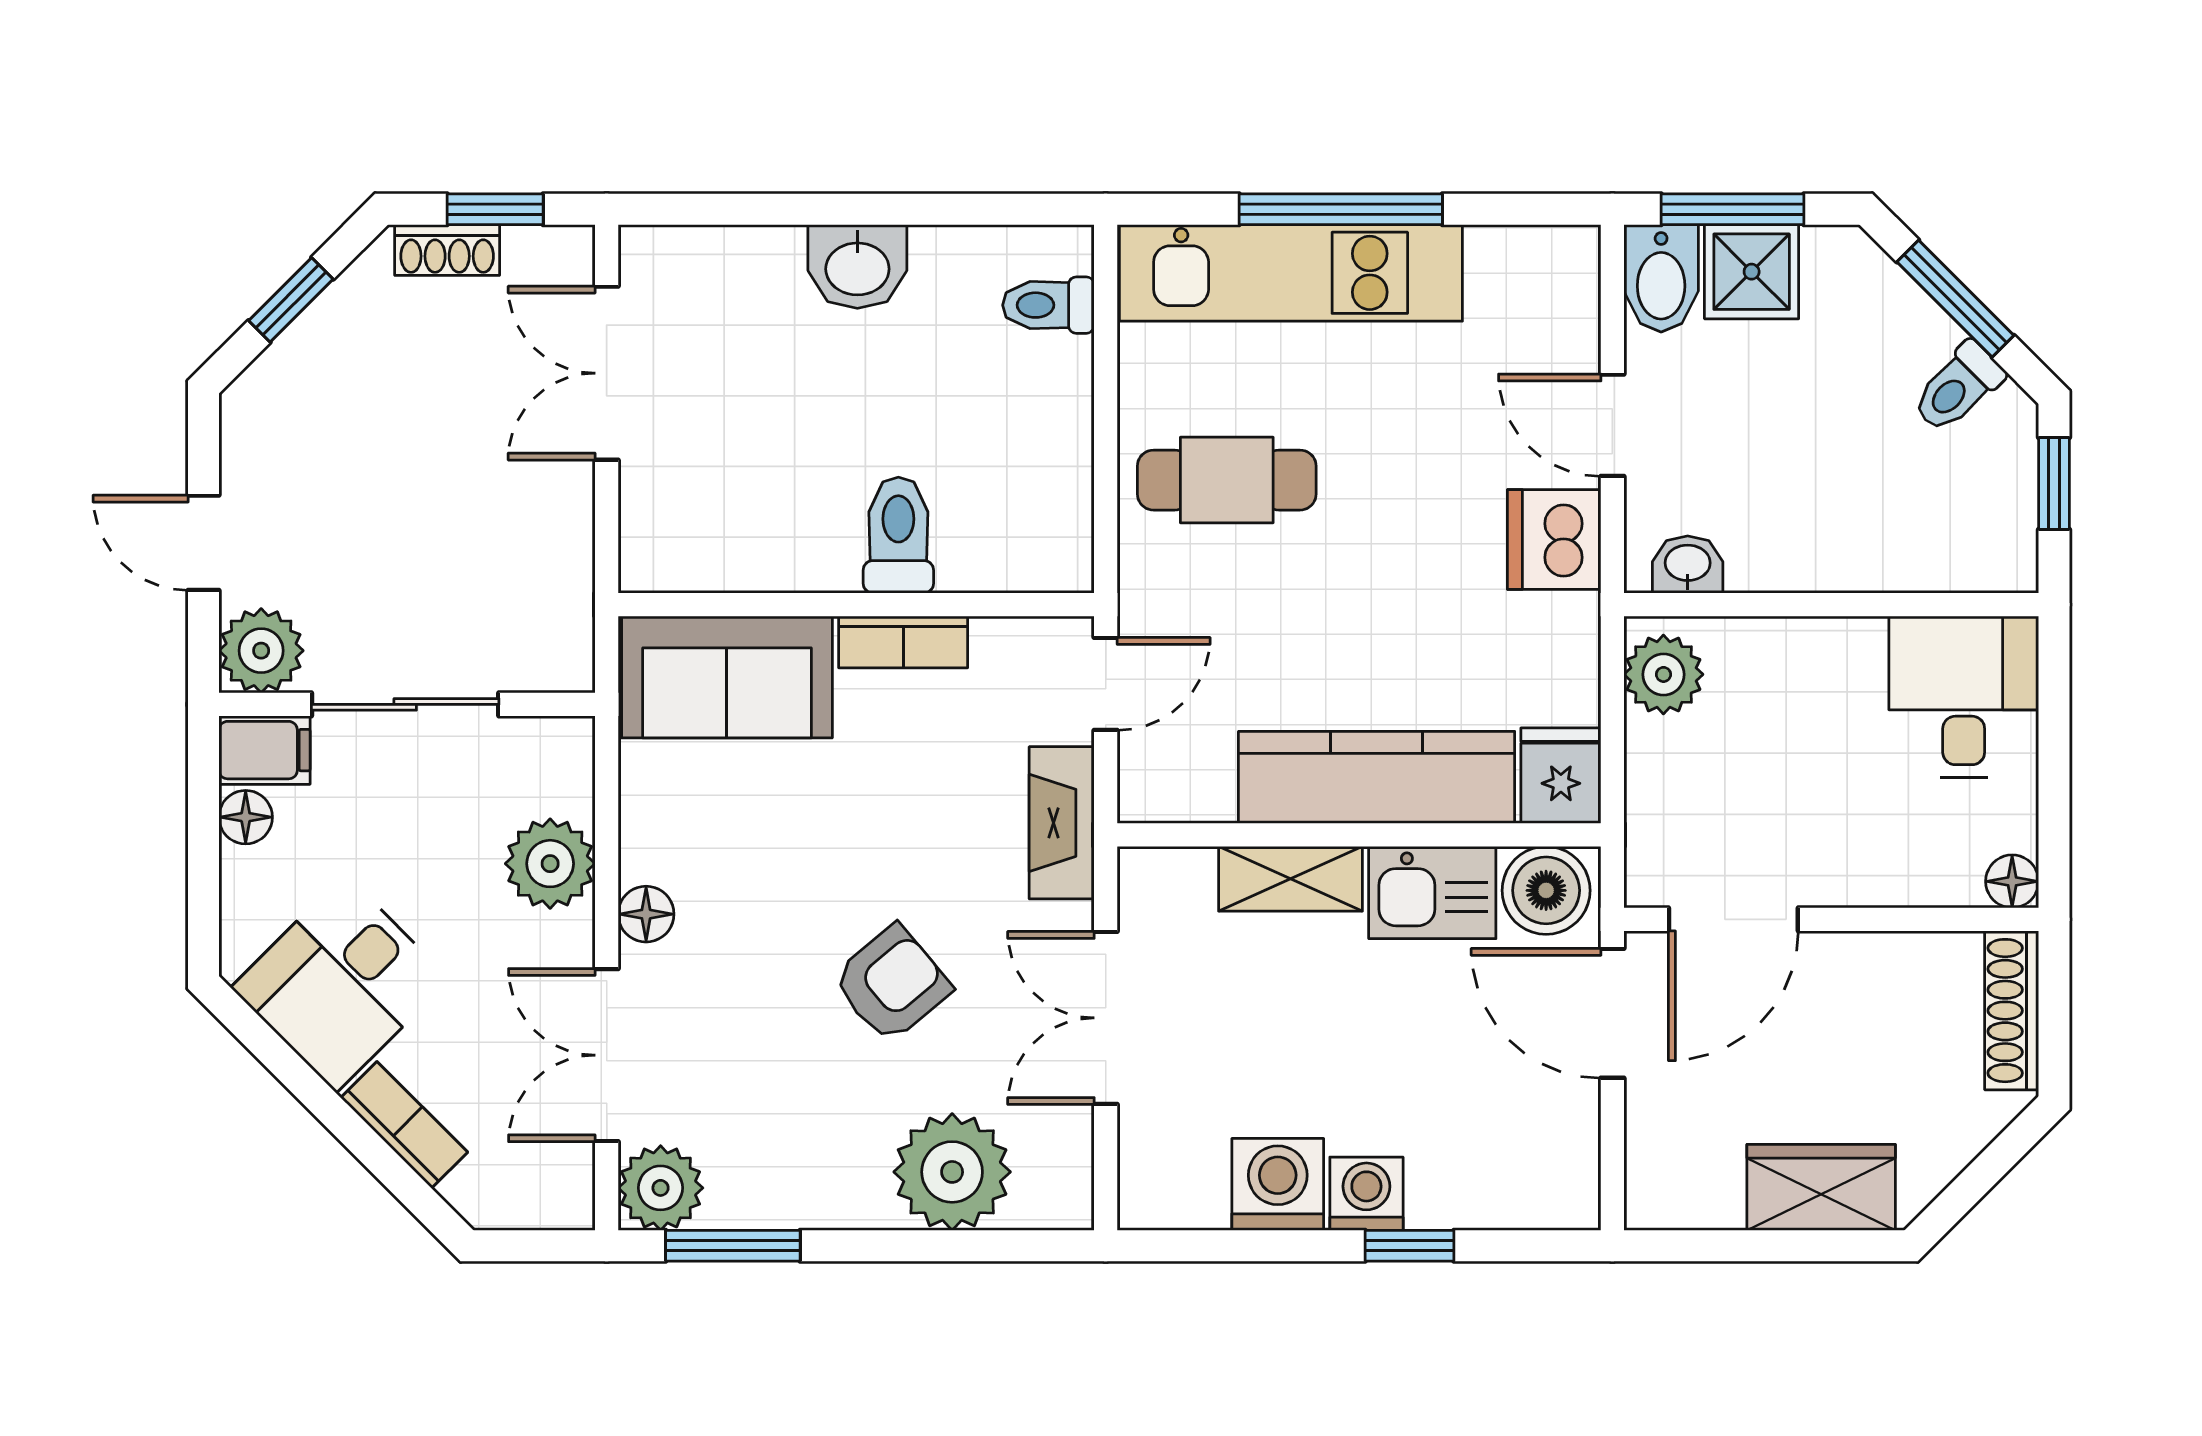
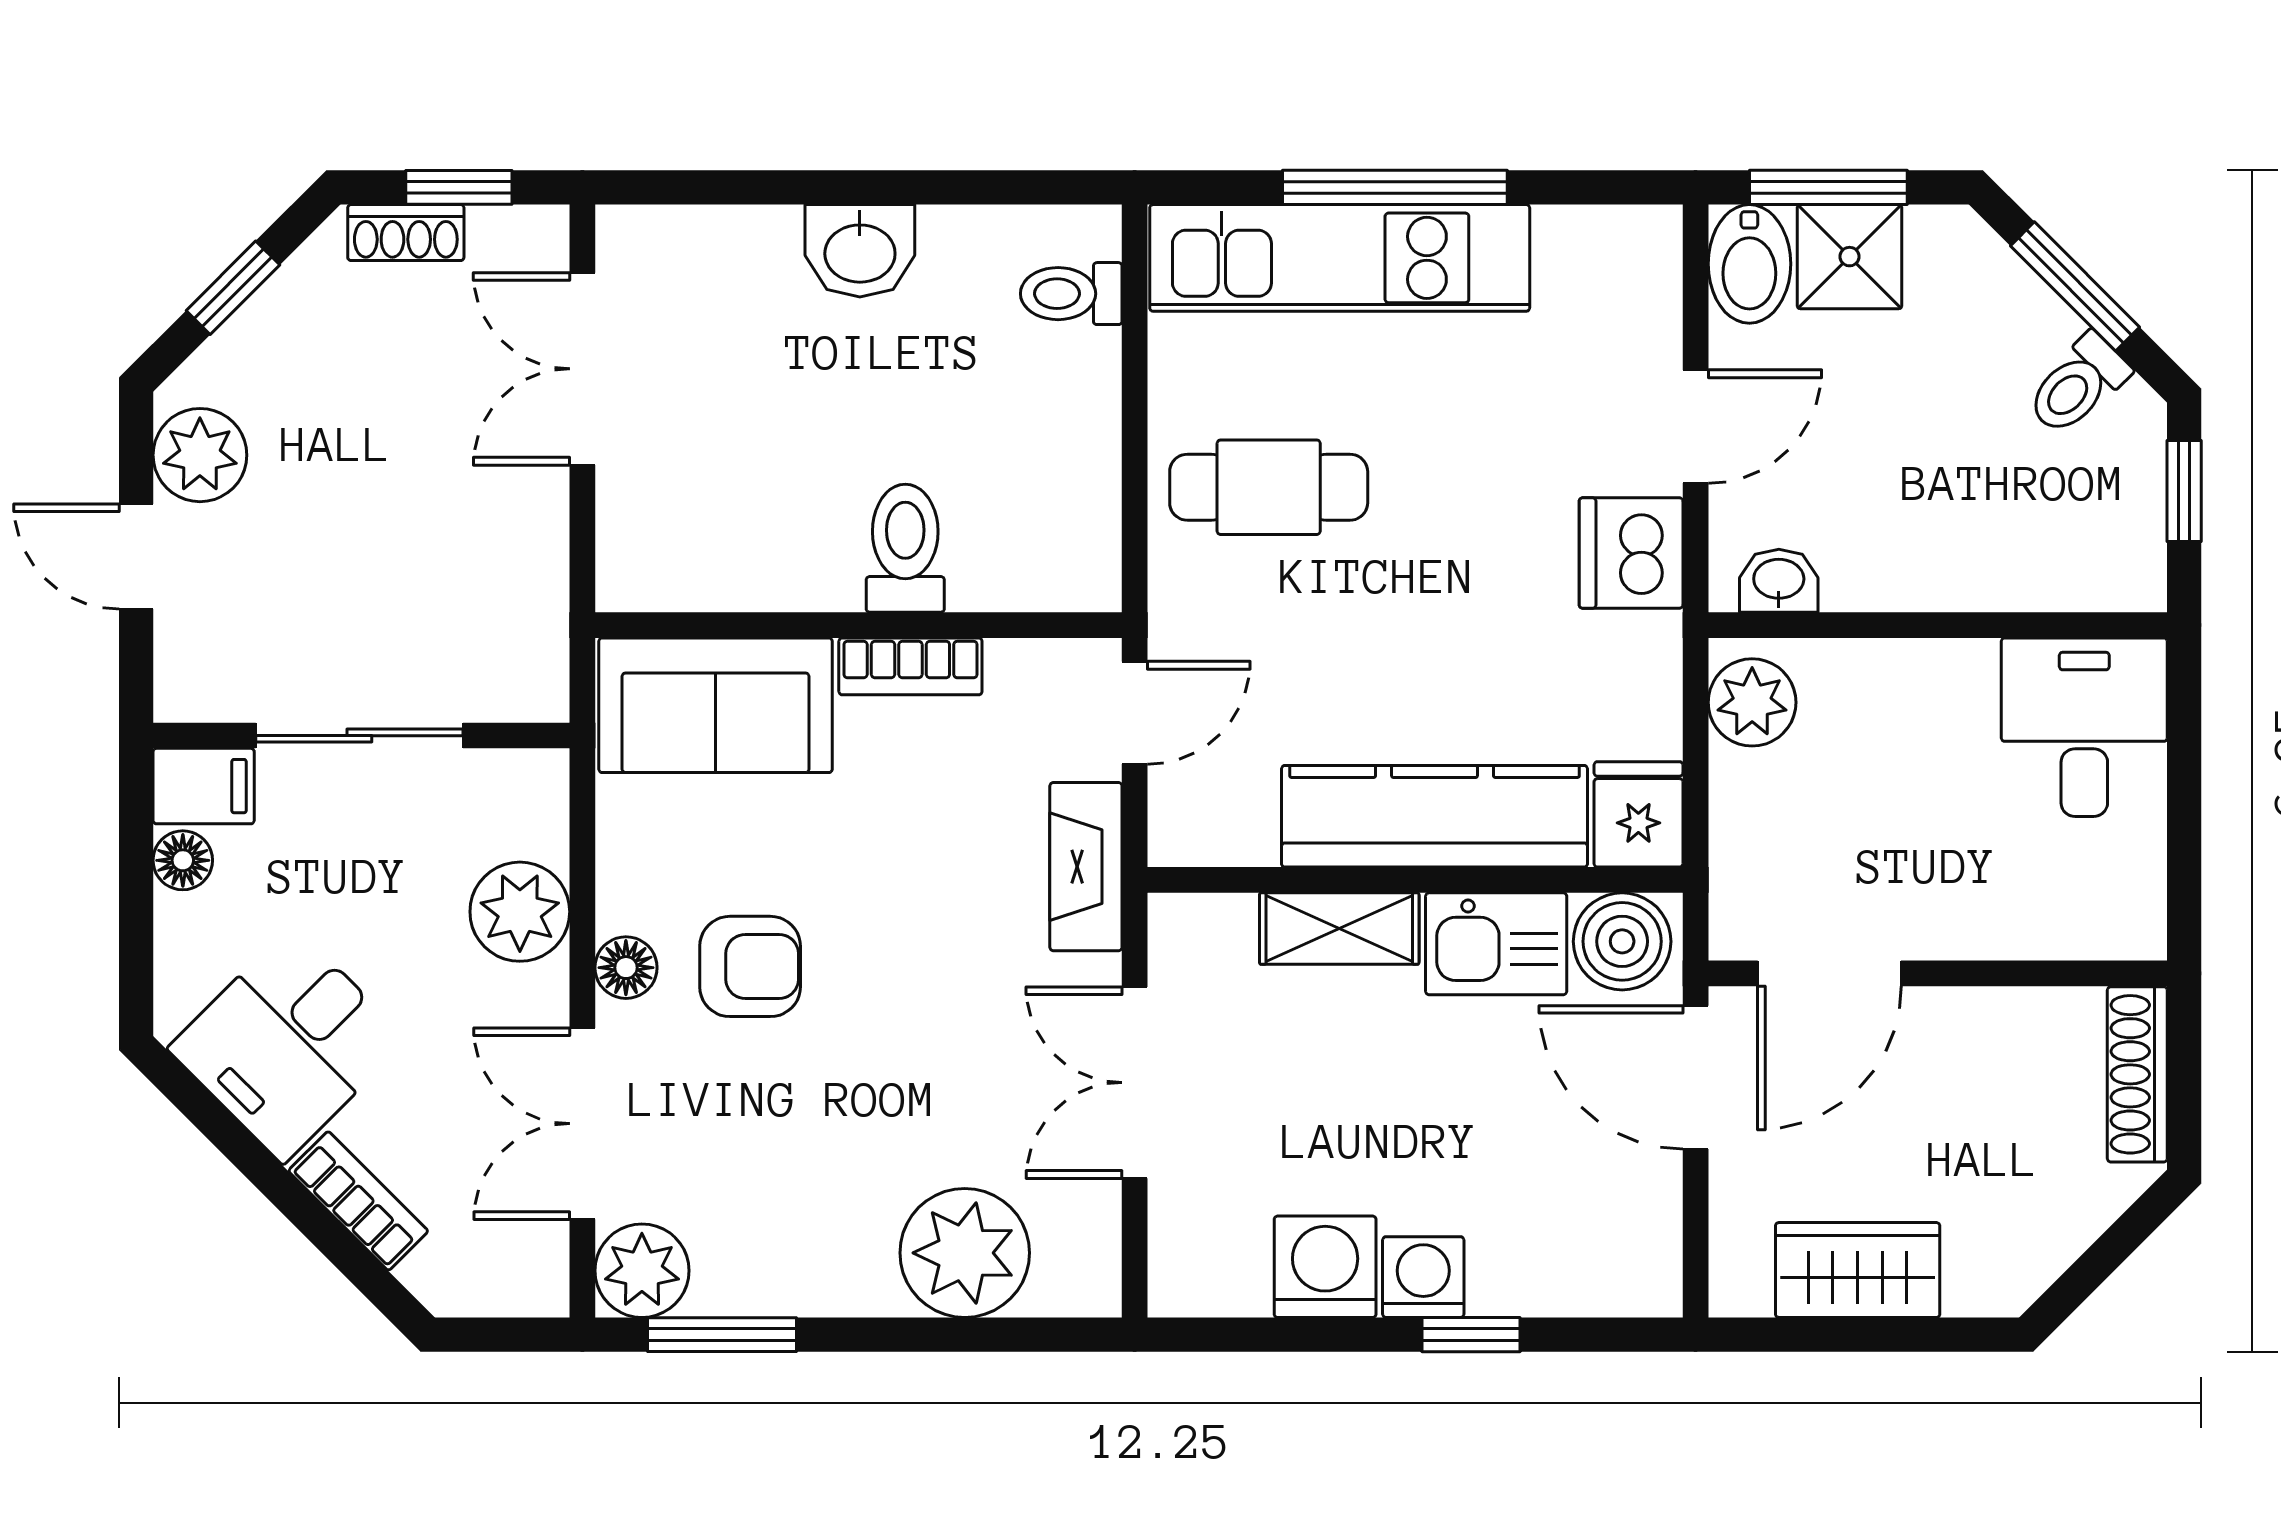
door: (1612, 425) -> (1696, 427), swing flipped
plant: (261, 651) -> (200, 455), moved
floor lamp: (2012, 881) -> (2138, 931), removed
armchair: (892, 984) -> (750, 966), moved, turned 40
wardrobe: (1821, 1187) -> (1858, 1270), moved

